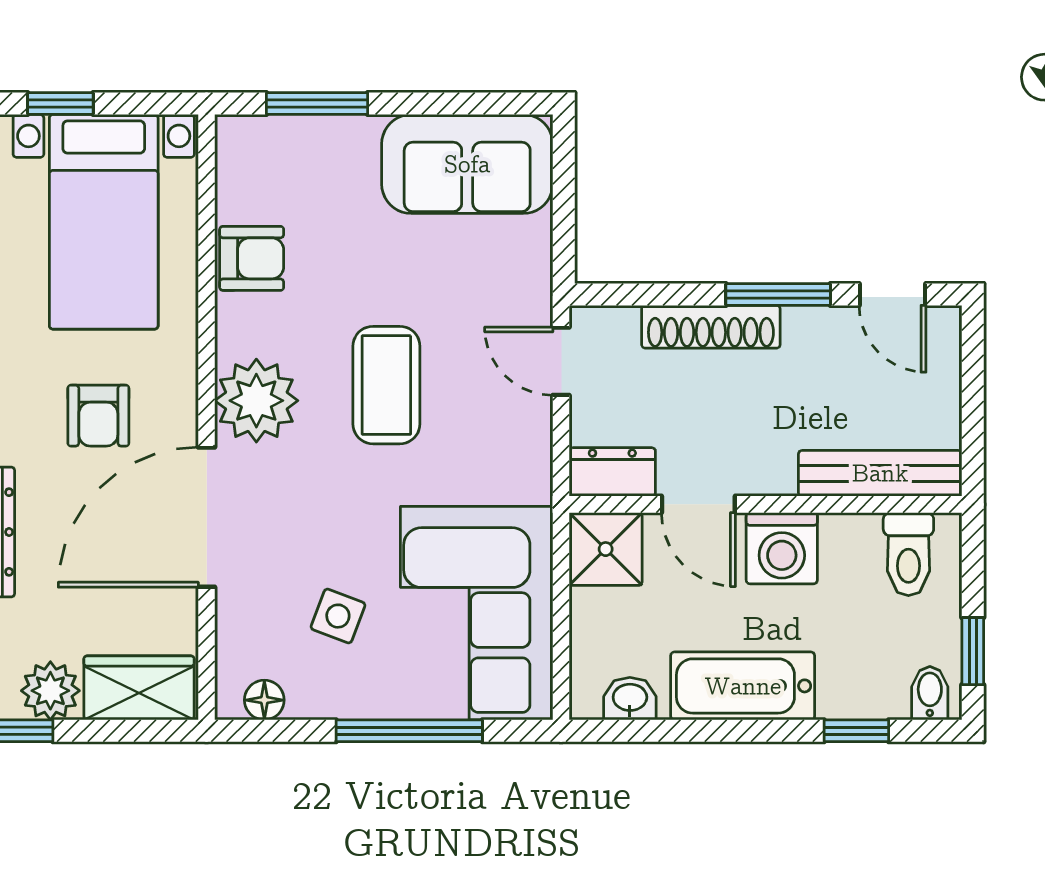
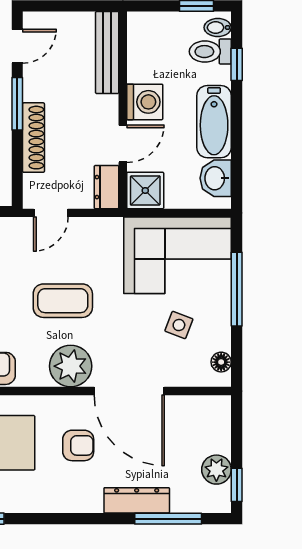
toilet: (908, 554) -> (210, 52), moved, turned 180
wardrobe: (139, 688) -> (215, 425), removed
washbasin: (630, 699) -> (216, 178), width x1.38, depth x1.45

